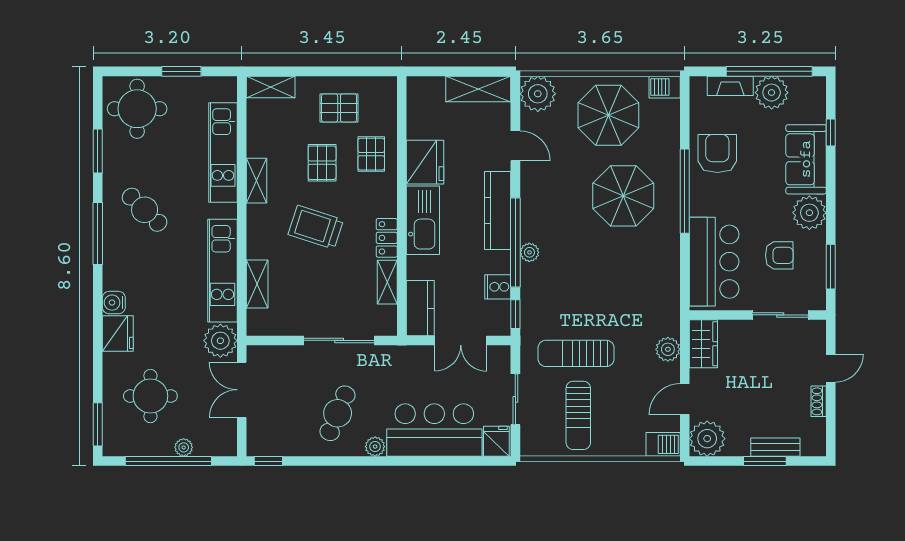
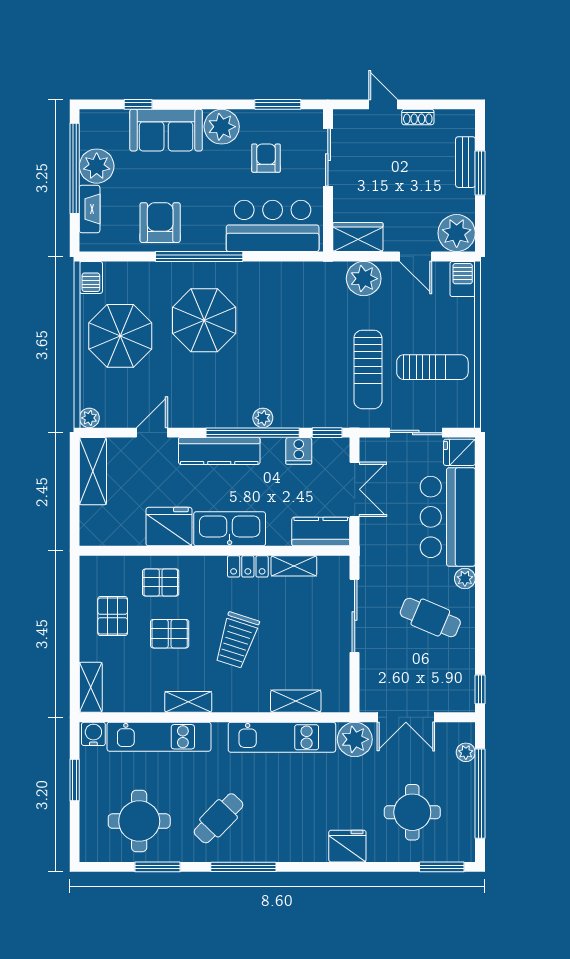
plant: (538, 94) -> (89, 418), width x0.53, depth x0.53
round table: (137, 109) -> (139, 821), moved
armchair: (717, 154) -> (160, 223), turned 90
water cooler: (114, 303) -> (93, 734), moved, turned 180
plant: (668, 349) -> (364, 279), width x1.36, depth x1.36
plant: (184, 447) -> (466, 752), moved

